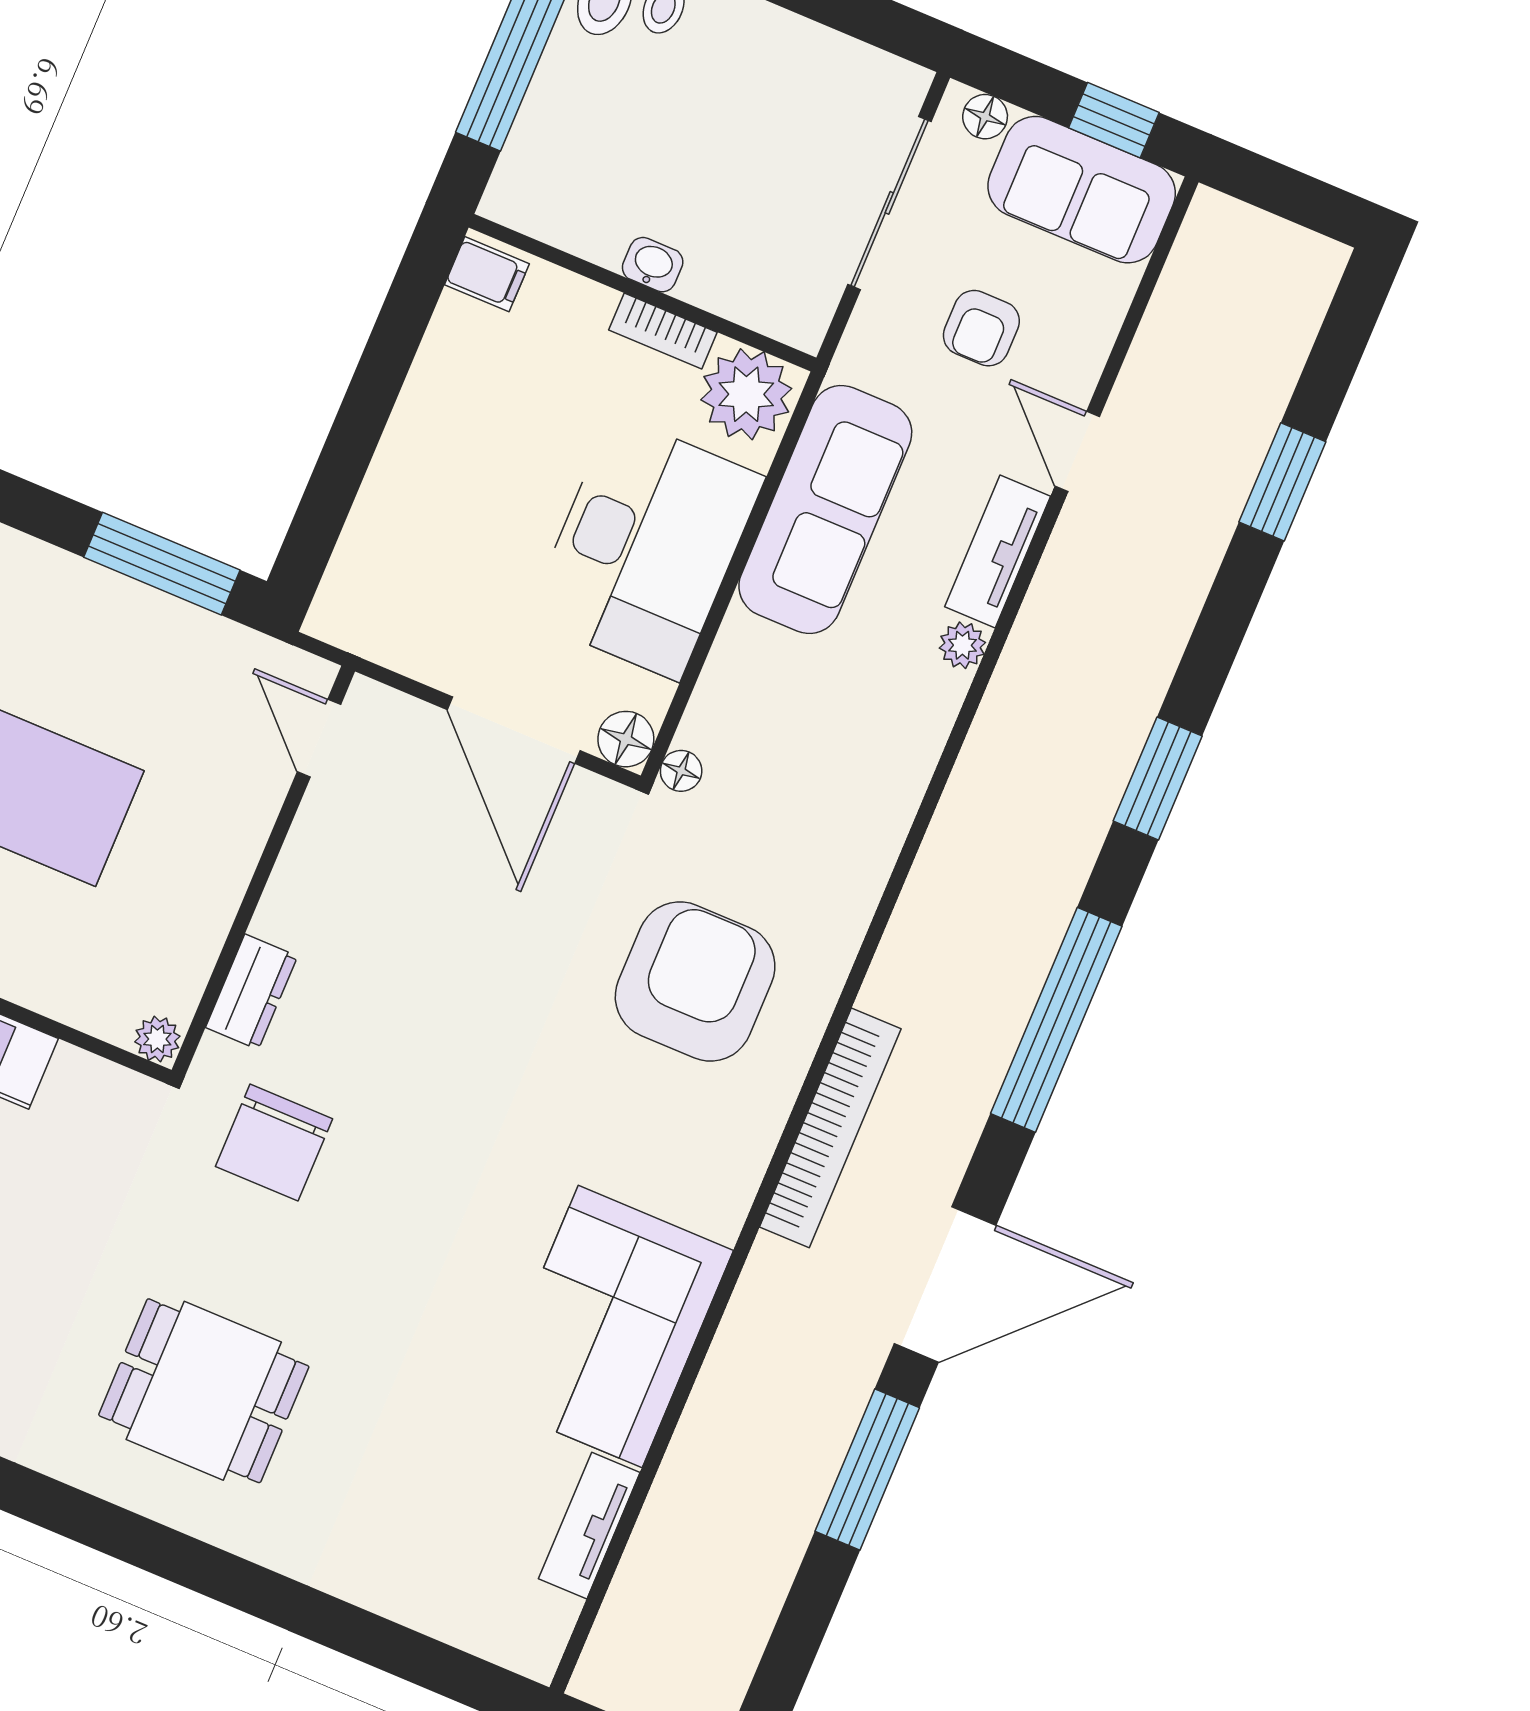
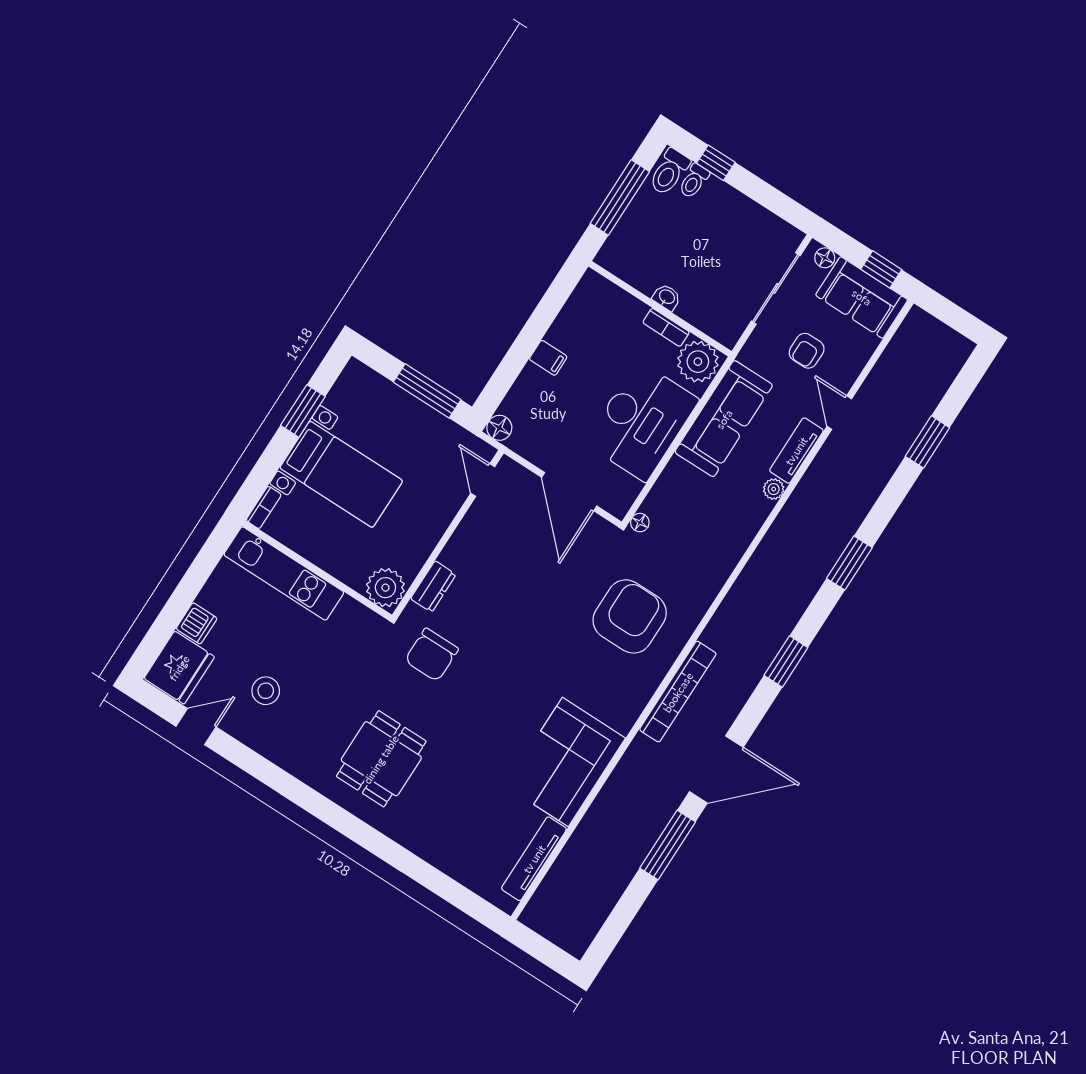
filing cabinet: (487, 274) -> (548, 358), moved
floor lamp: (626, 739) -> (499, 428), moved
window: (1056, 1020) -> (786, 661), width x0.47
plant: (157, 1039) -> (385, 588), width x1.88, depth x1.88
dining table: (204, 1391) -> (381, 759), turned 90
tv unit: (589, 1526) -> (534, 859), width x1.41

